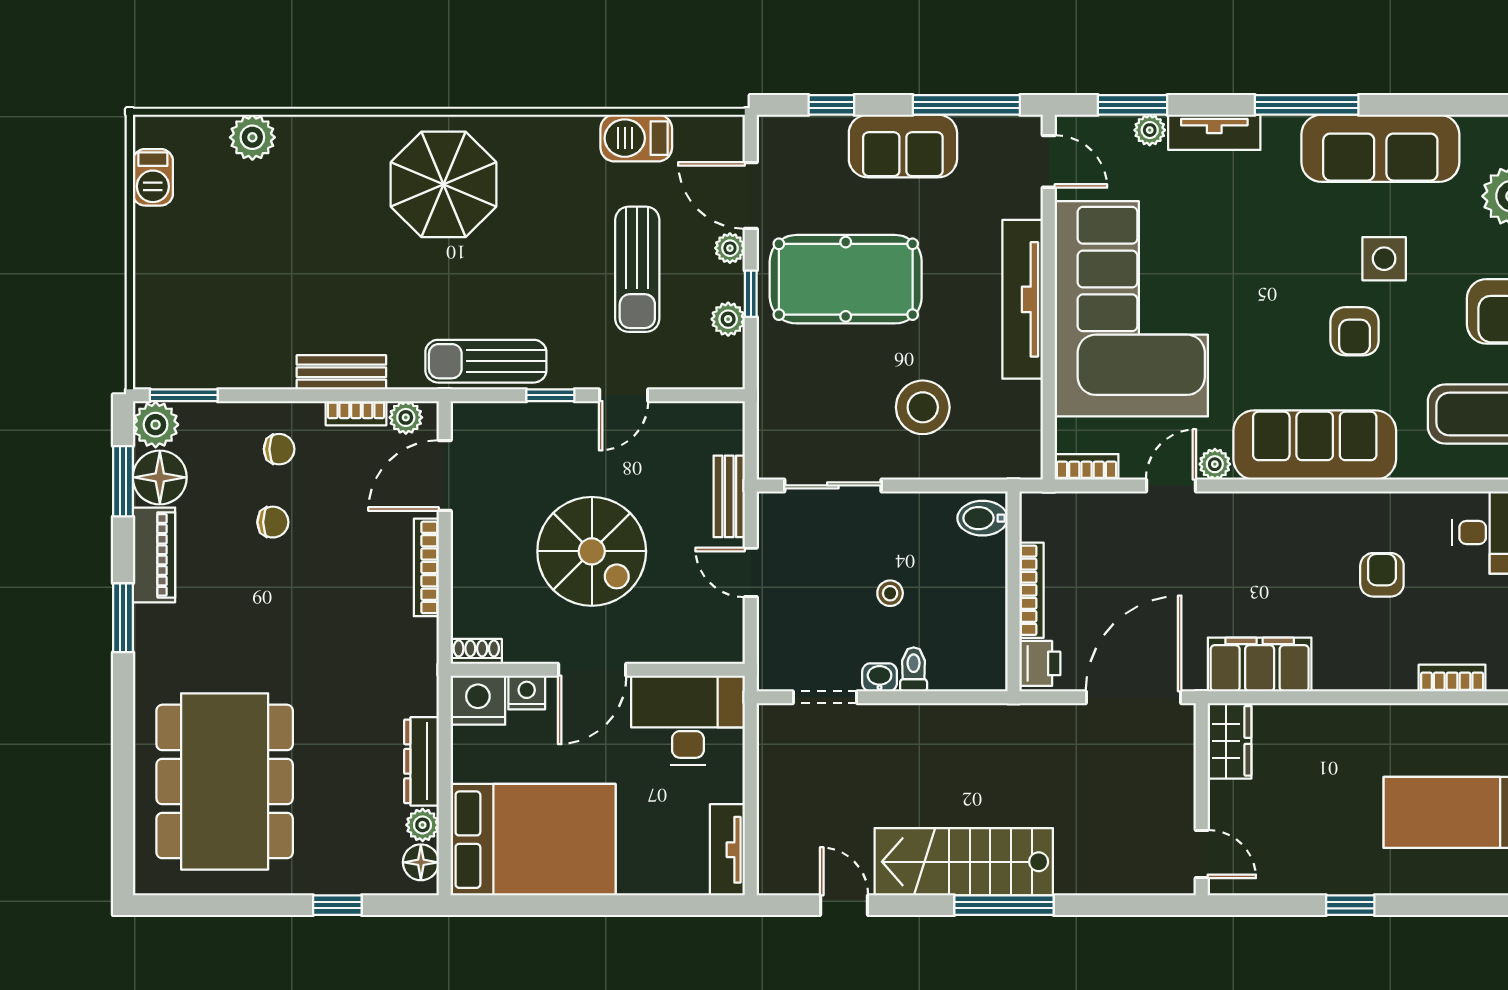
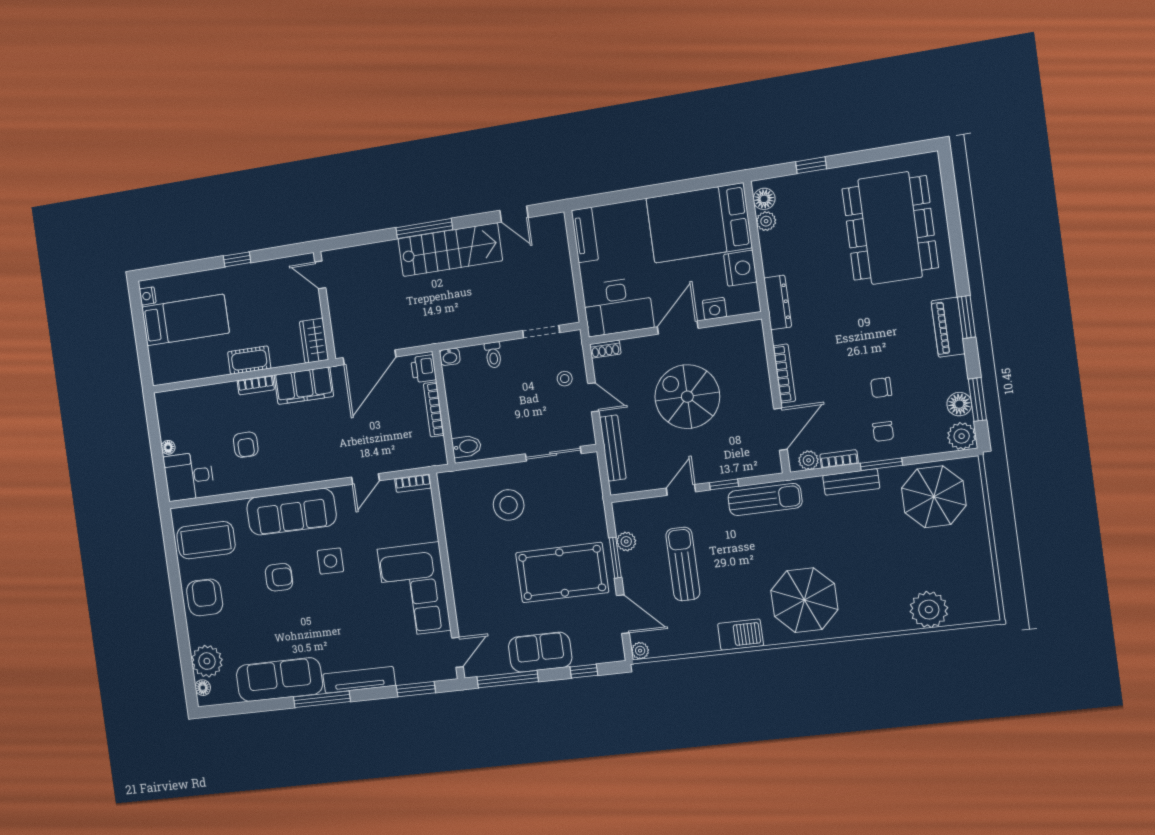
plant: (1150, 130) -> (405, 676), removed
tv unit: (1214, 132) -> (359, 680), width x1.41
plant: (252, 137) -> (929, 610), width x1.36, depth x1.36
barbecue: (636, 138) -> (741, 635), moved
door: (1049, 161) -> (458, 652), swing flipped
barbecue: (153, 177) -> (983, 584), removed
plant: (730, 248) -> (640, 651), moved
side table: (1384, 259) -> (330, 561), moved
window: (751, 294) -> (615, 558), width x1.50
tv unit: (1023, 299) -> (461, 573), removed
corner sofa: (1131, 309) -> (414, 590), width x0.73, depth x0.74
parasol: (212, 331) -> (934, 497), added
armchair: (1355, 331) -> (279, 577), turned 90
window: (184, 395) -> (881, 464), moved
chair: (279, 449) -> (883, 431), turned -90
plant: (1215, 464) -> (343, 494), removed
floor lamp: (160, 477) -> (959, 404), width x0.73, depth x0.73
bench: (729, 496) -> (613, 448), width x1.36
piano: (154, 555) -> (948, 327), moved
stool: (890, 593) -> (565, 379), moved
shoe rack: (476, 651) -> (605, 349), moved
washbasin: (880, 677) -> (450, 357), moved
bookcase: (1452, 678) -> (256, 385), moved
nightstand: (478, 700) -> (740, 268), moved, turned -90
cot: (1354, 724) -> (249, 360), added
dresser: (422, 761) -> (778, 302), moved

